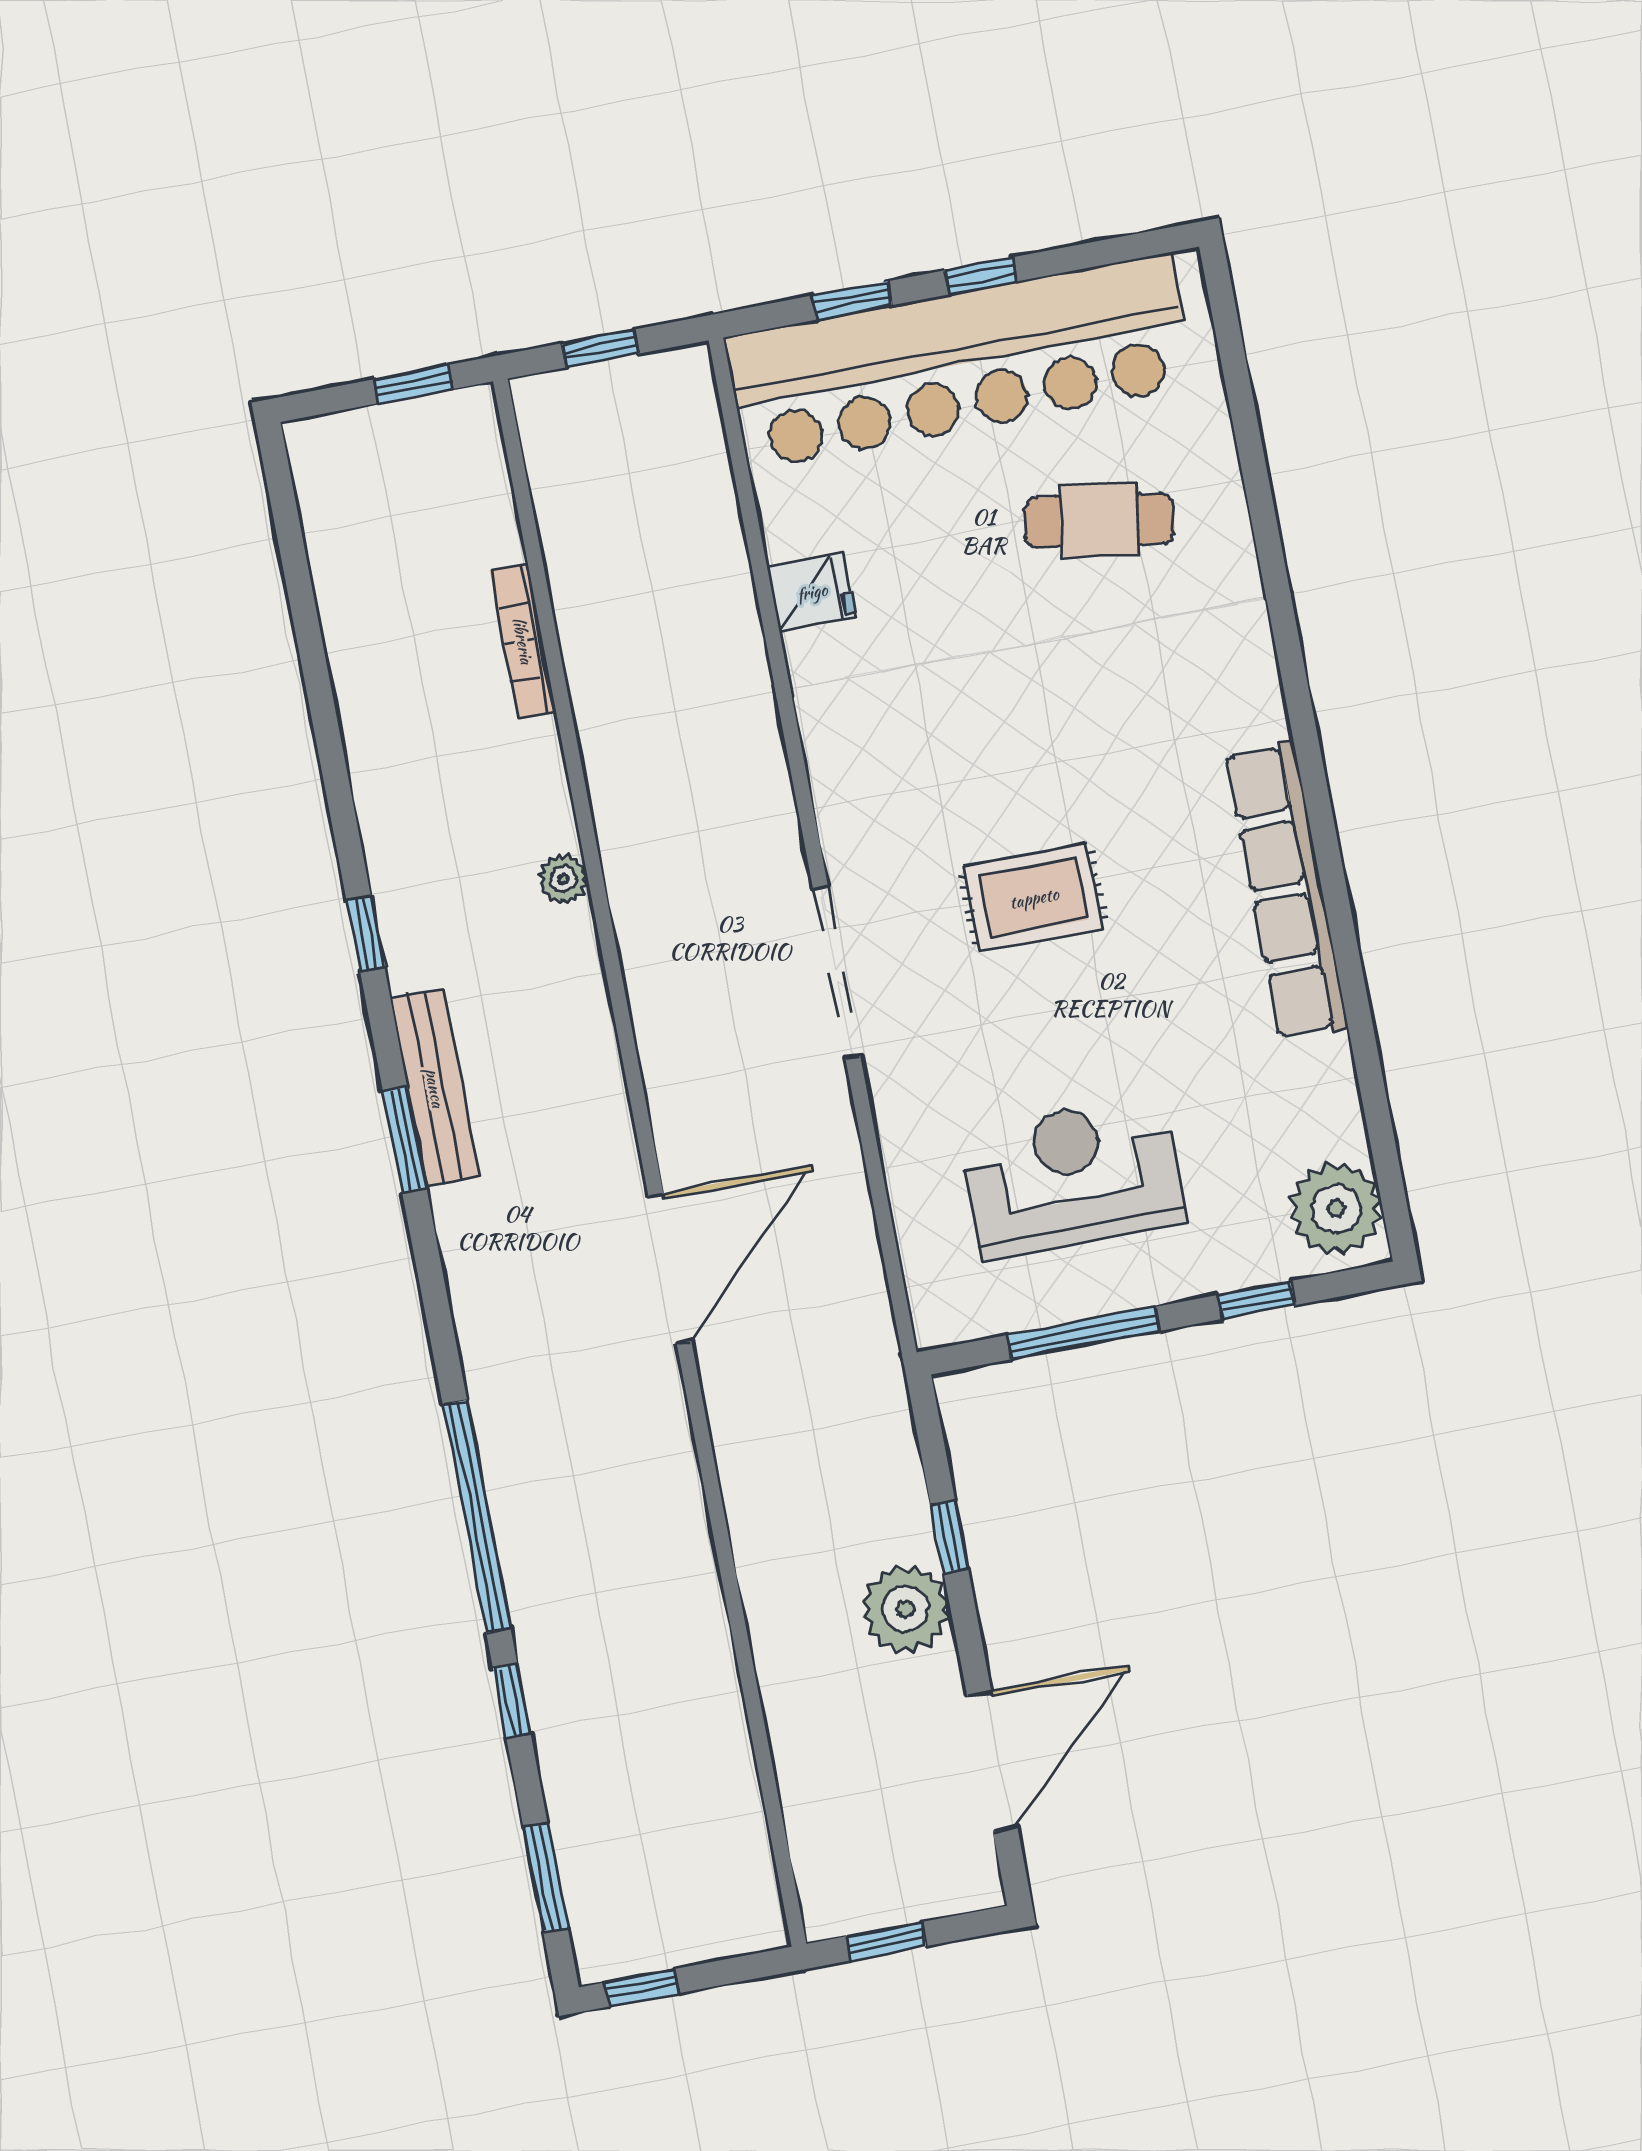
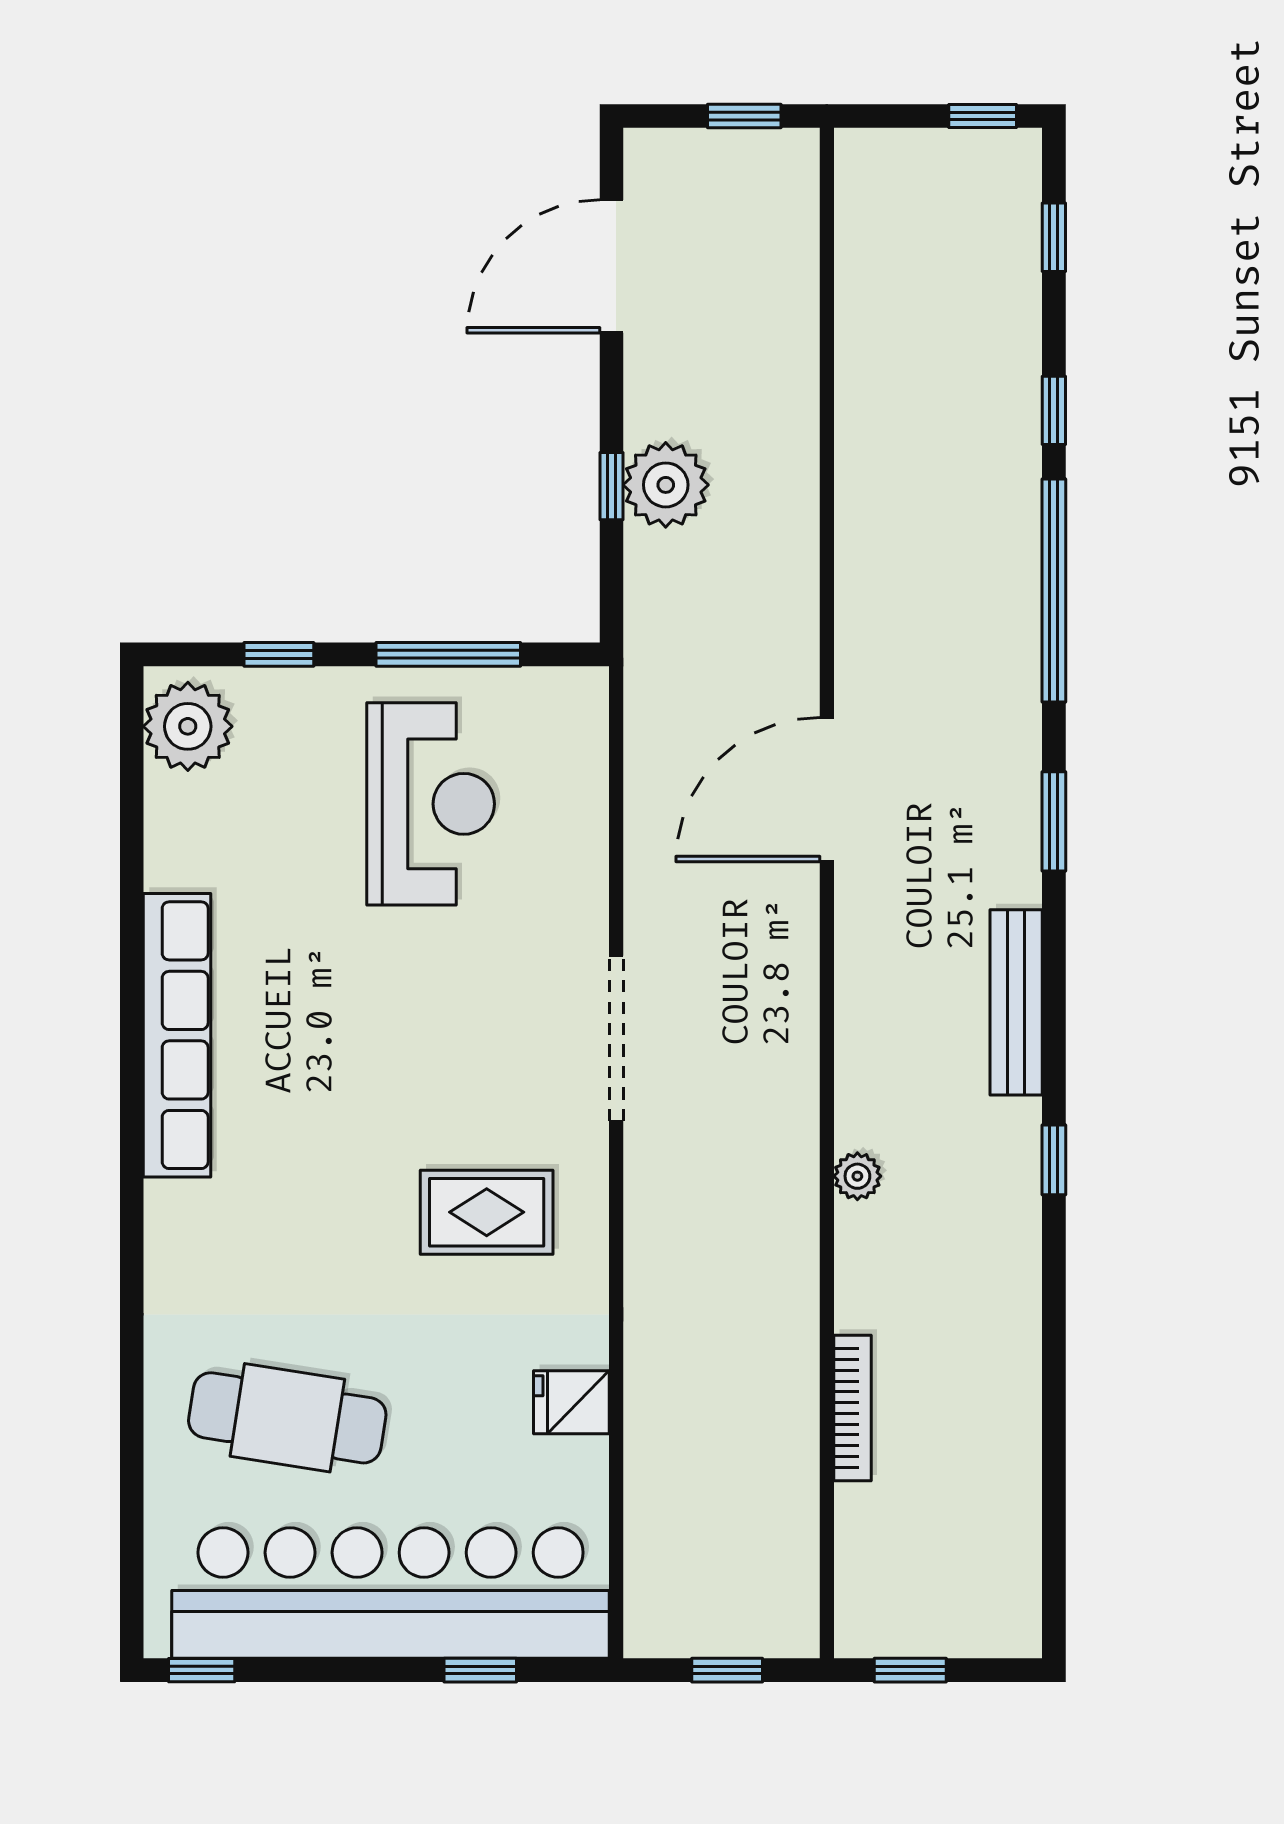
window: (981, 276) -> (202, 1670), moved
cafe table: (1099, 521) -> (287, 1418), width x1.37, depth x1.35
rug: (1034, 898) -> (487, 1212), moved
window: (405, 1140) -> (1054, 821), moved
reception desk: (1072, 1177) -> (431, 804), turned -90
plant: (906, 1609) -> (666, 485), moved
window: (545, 1878) -> (1054, 237), width x0.67

